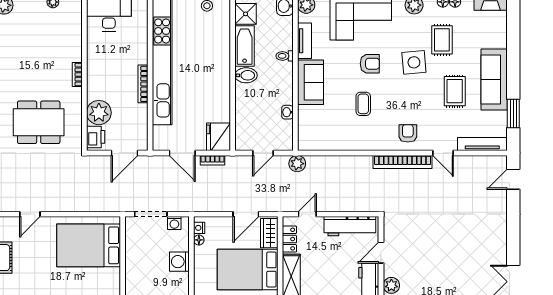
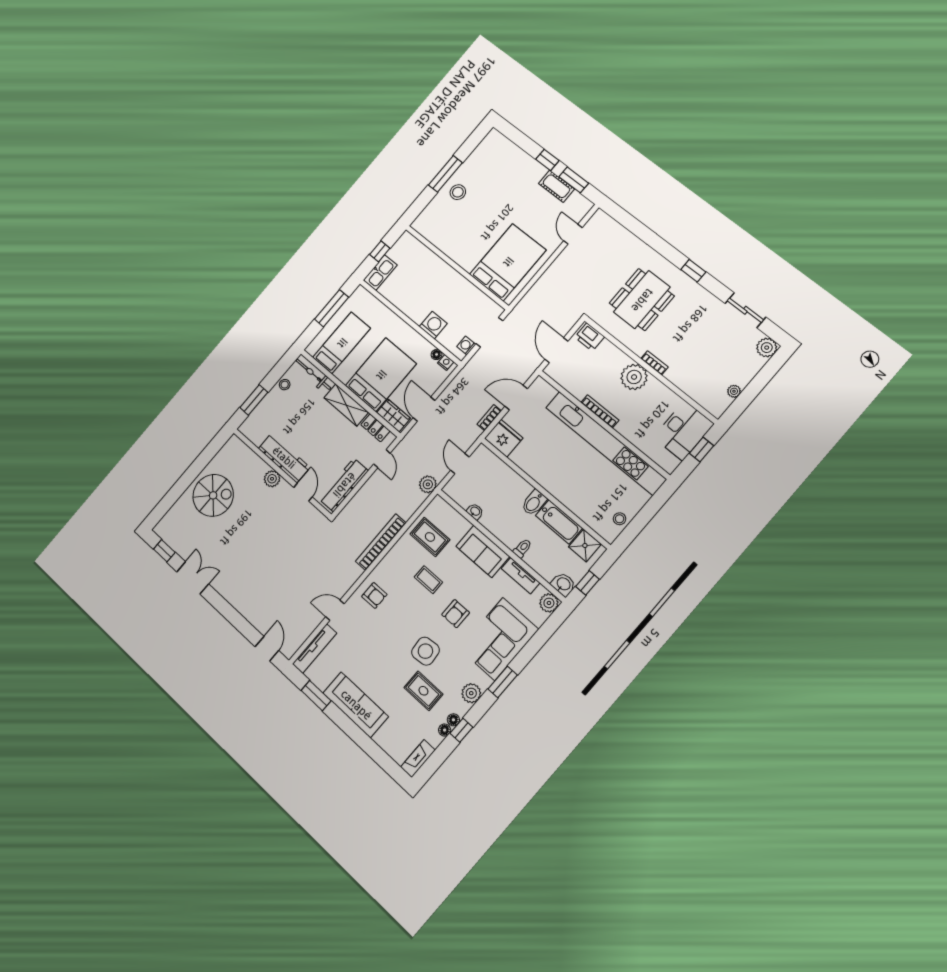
rug: (455, 91) -> (430, 537), moved
plant: (99, 113) -> (634, 377), moved
bookcase: (403, 162) -> (381, 542), moved

